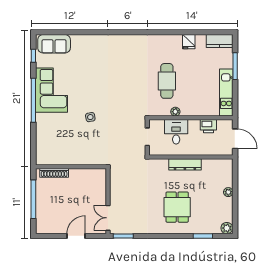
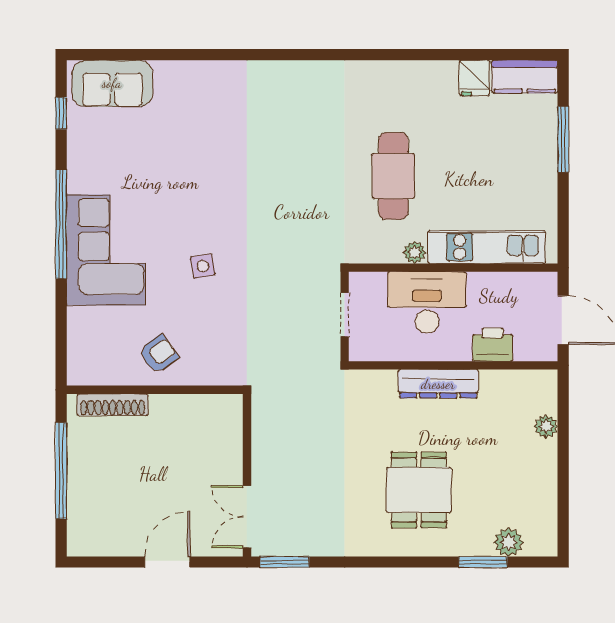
fridge: (189, 42) -> (474, 78), moved
corner sofa: (51, 90) -> (106, 250), moved
kitchen unit: (226, 93) -> (487, 247), moved, turned 90
printer: (208, 126) -> (493, 345), moved, turned 180
desk: (176, 132) -> (427, 303), width x1.37
armchair: (73, 153) -> (159, 354), added
plant: (228, 192) -> (546, 426), moved
plant: (227, 228) -> (509, 542), moved

